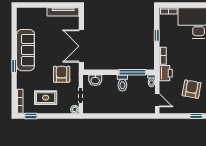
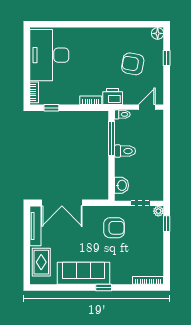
window: (157, 35) -> (51, 108), moved
double door: (81, 46) -> (62, 203), moved
armchair: (62, 74) -> (114, 228), turned 180
rug: (46, 98) -> (41, 262), moved
window: (31, 116) -> (167, 224), moved

